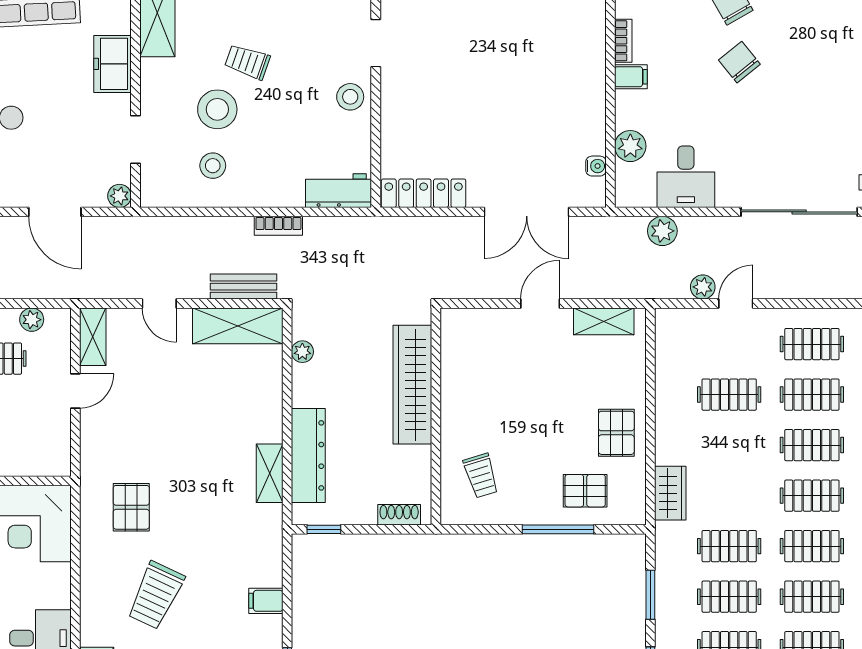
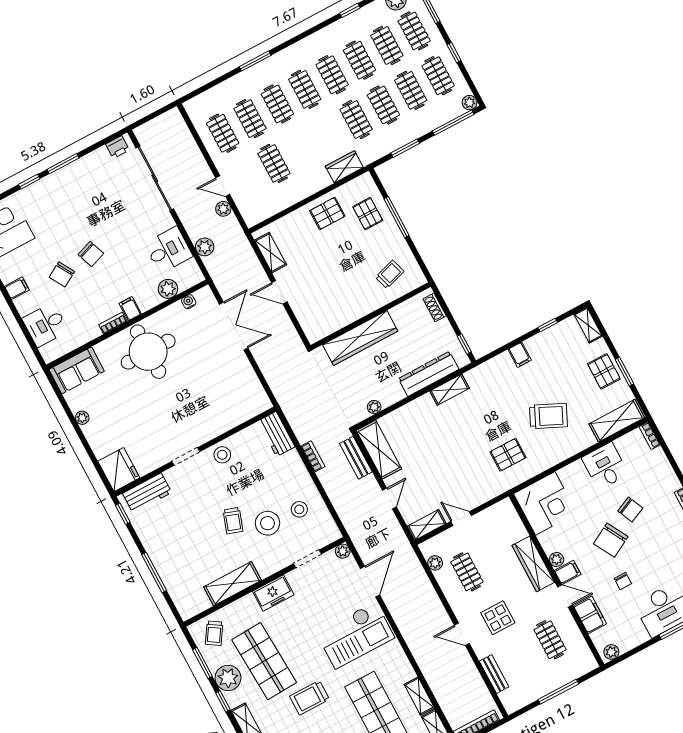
chair: (739, 62) -> (91, 254), turned -71
round table: (555, 69) -> (148, 352), added
locker: (424, 193) -> (253, 387), removed

